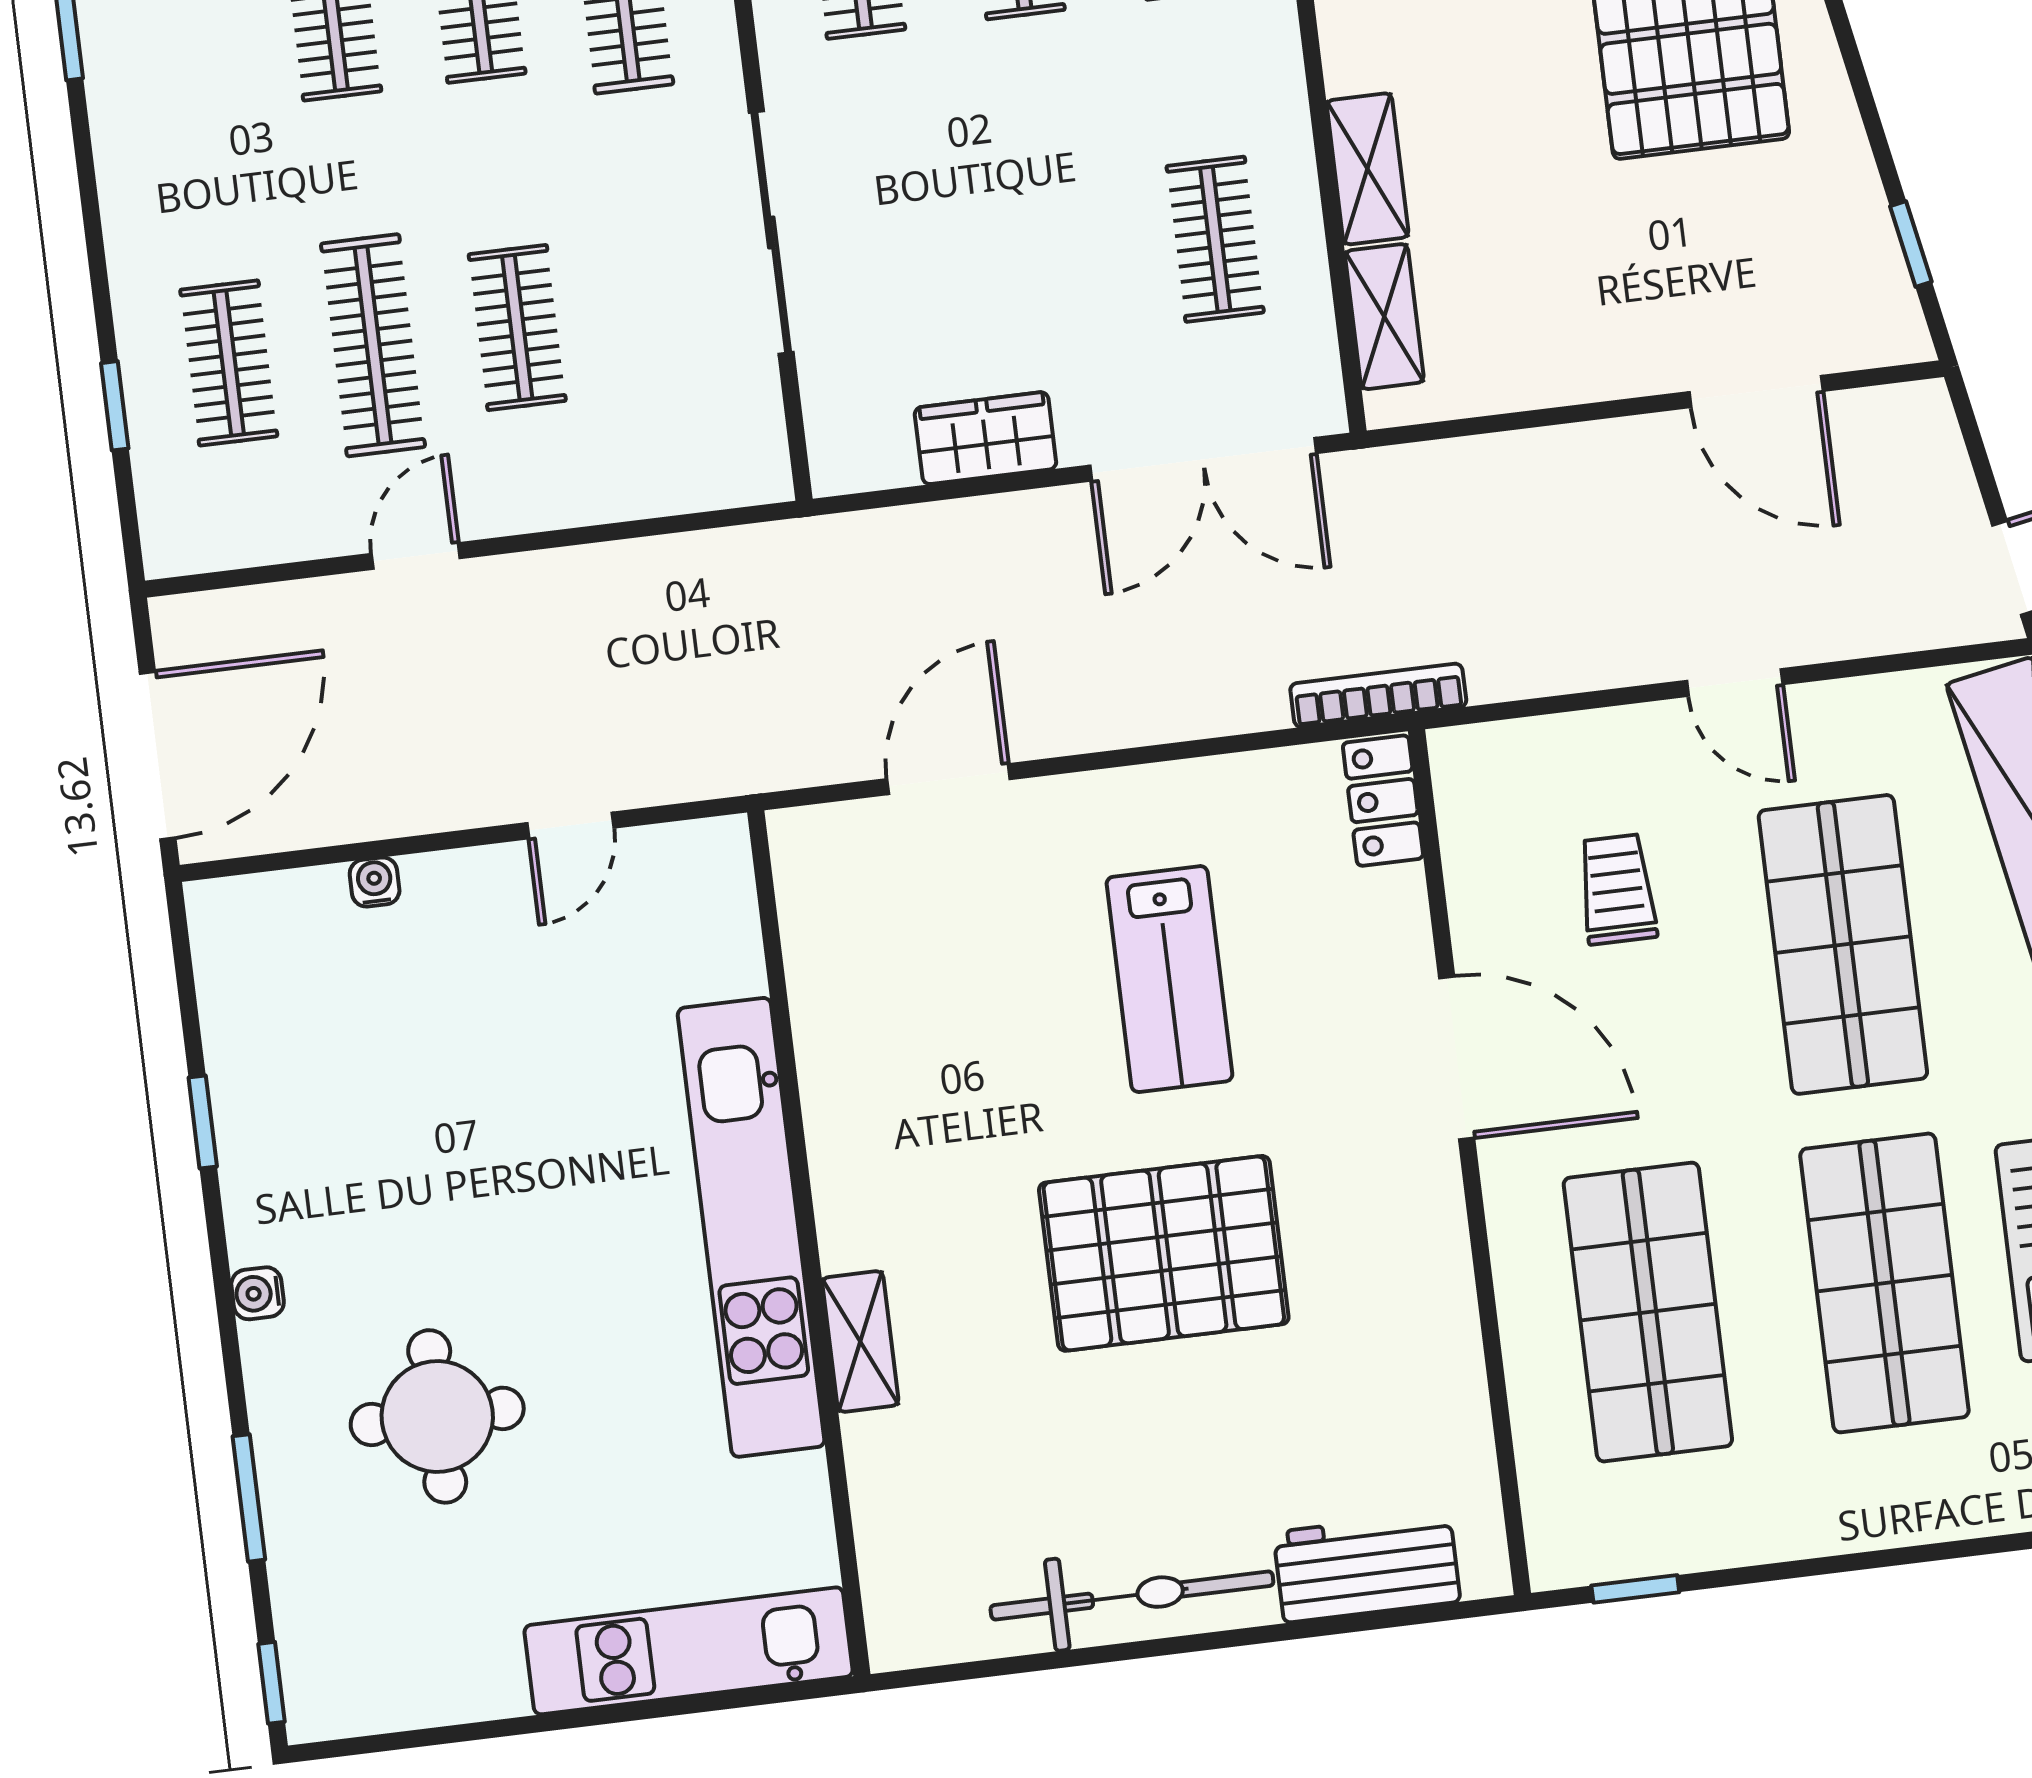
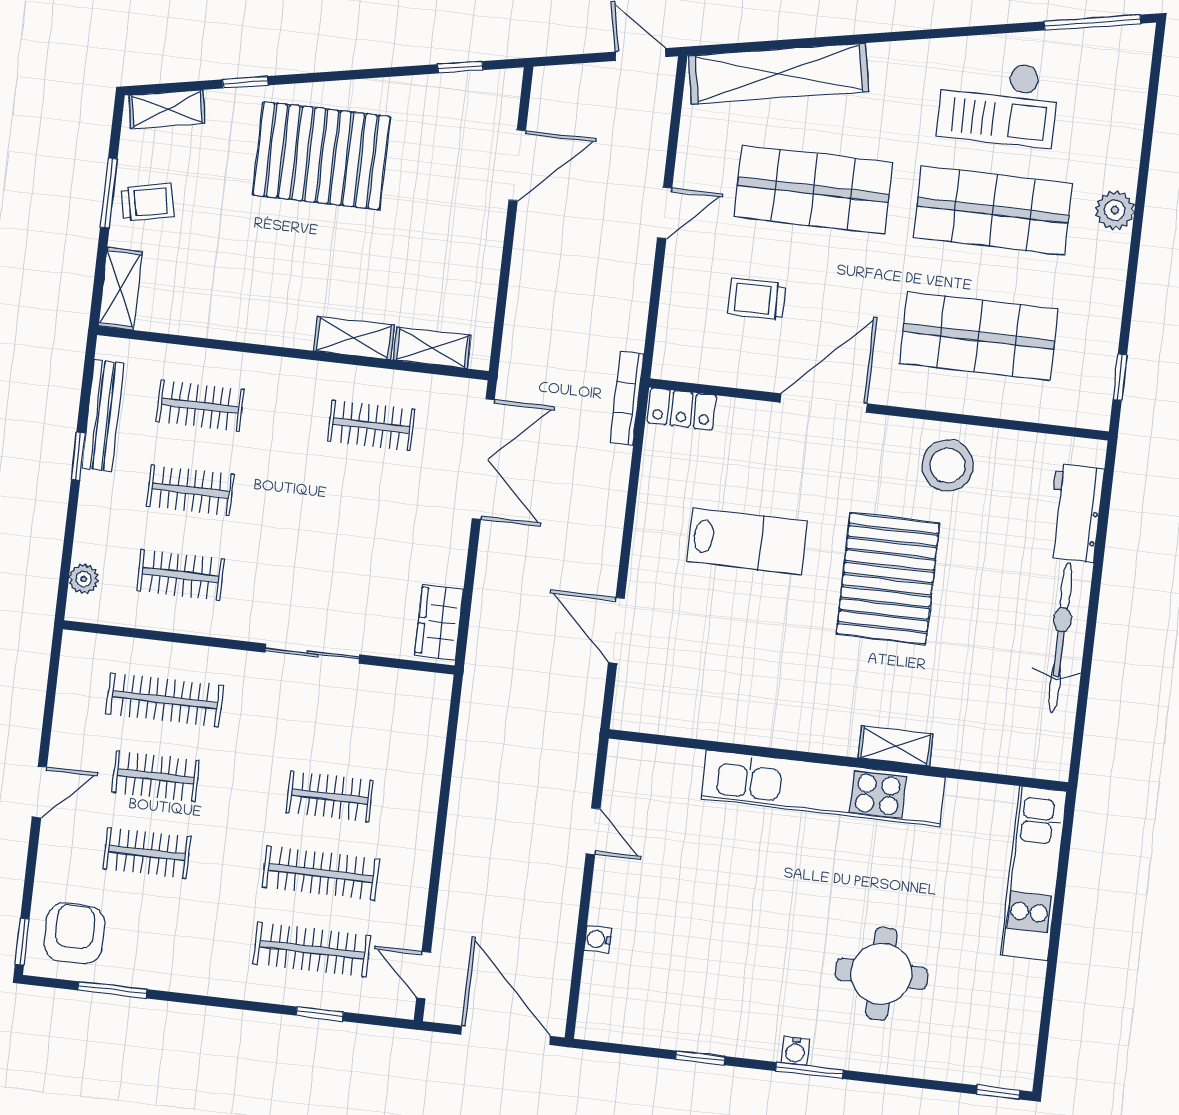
sliding door: (771, 233) -> (312, 654), width x0.73
clothes rail: (229, 363) -> (312, 950), width x1.36
wardrobe: (985, 438) -> (439, 622), moved
door: (416, 556) -> (424, 975), moved
stool: (1397, 1313) -> (948, 465), added
window: (249, 1498) -> (810, 1071), moved
plant: (1939, 1506) -> (1115, 210), added

